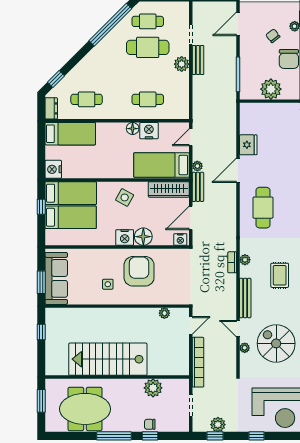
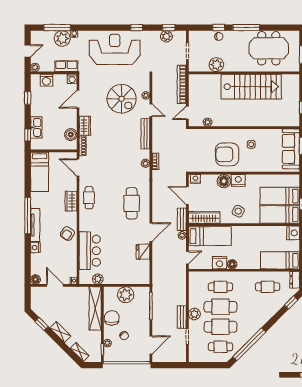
cafe table: (148, 73) -> (220, 307), added
door: (191, 218) -> (187, 196), swing flipped
armchair: (139, 271) -> (227, 154), turned 89
rug: (280, 275) -> (119, 151), removed

